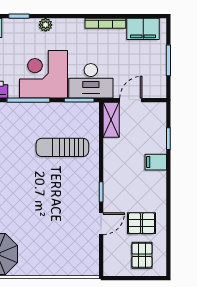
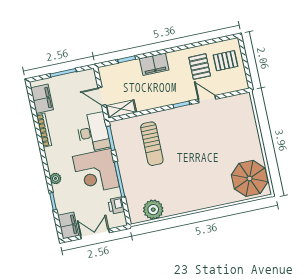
filing cabinet: (156, 162) -> (154, 64), width x2.00

